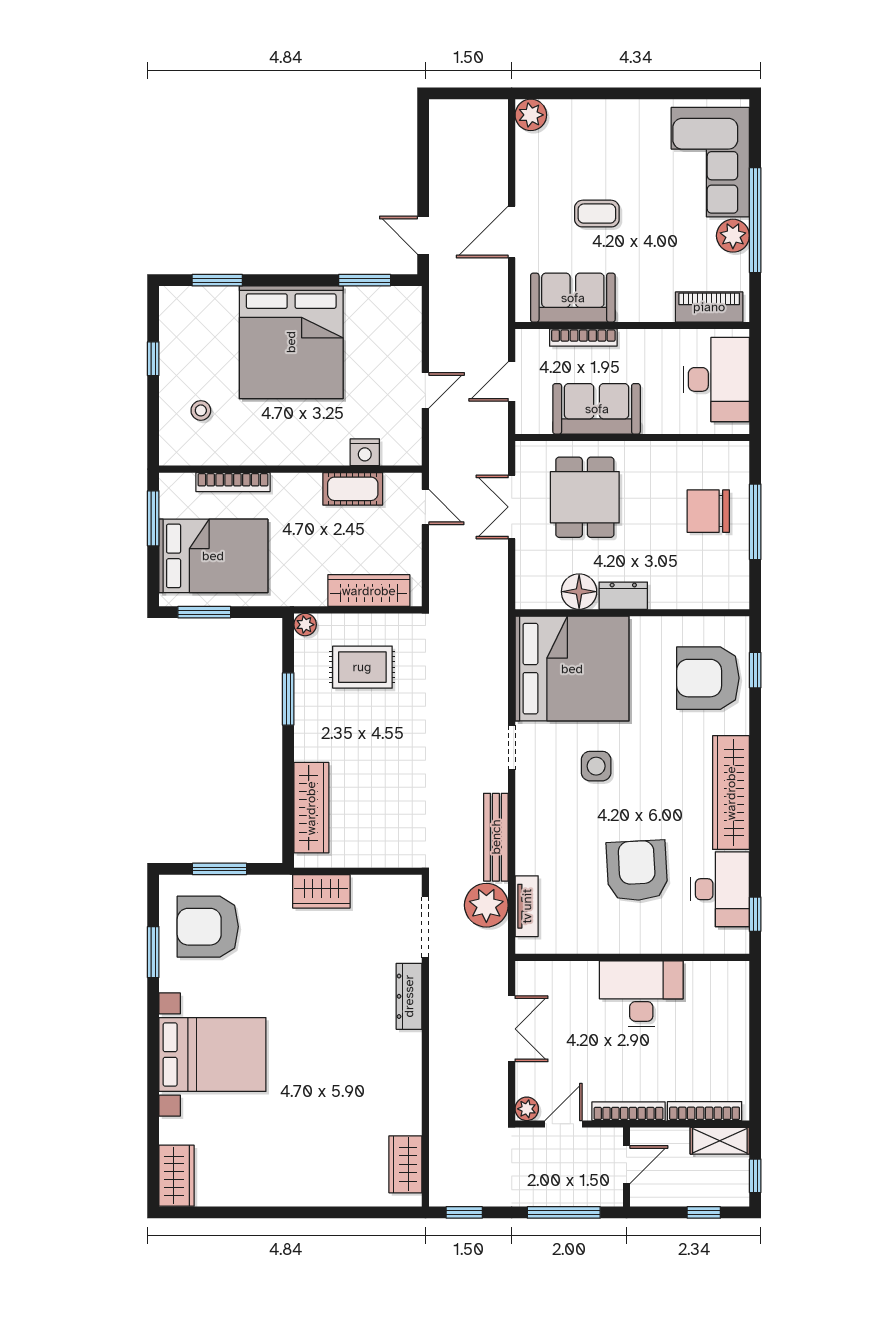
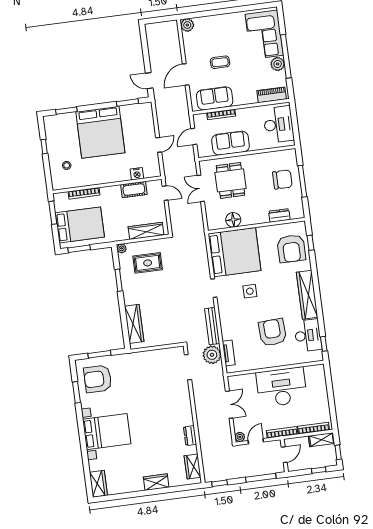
chair: (708, 511) -> (282, 179), turned 180
dresser: (623, 596) -> (279, 215), moved
armchair: (708, 678) -> (291, 249), turned -90
wardrobe: (321, 891) -> (156, 482), moved, turned 180
desk: (641, 994) -> (281, 387), width x1.36, depth x1.30
dresser: (409, 996) -> (190, 436), moved, width x0.70

